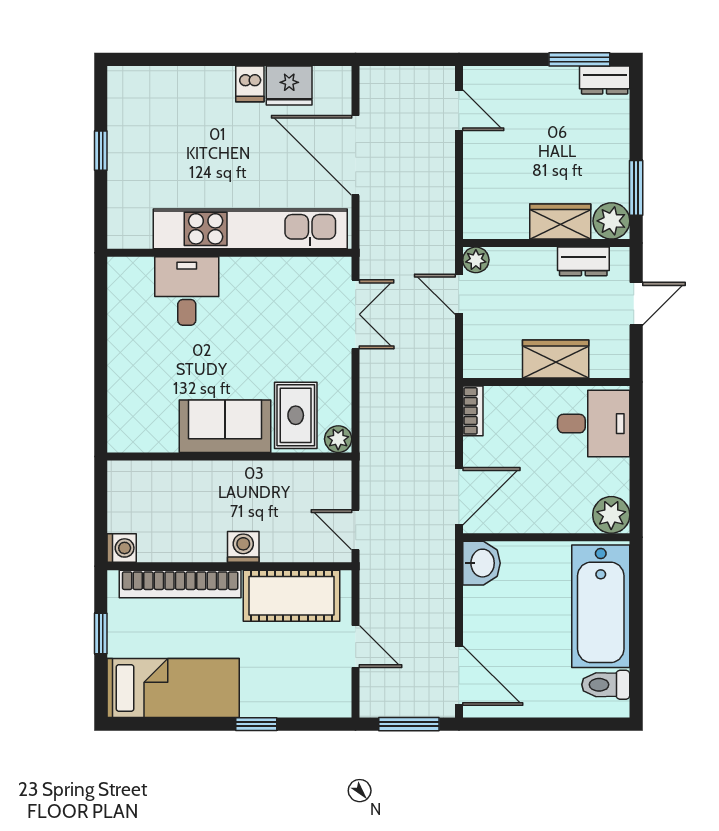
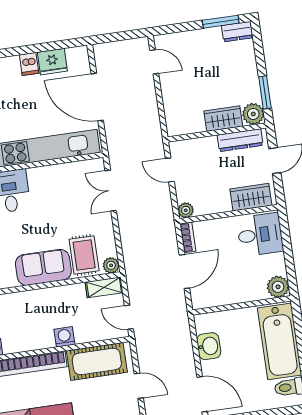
plant: (476, 260) -> (186, 210), moved
dresser: (583, 261) -> (240, 140), width x1.44
double door: (356, 314) -> (111, 191), swing flipped
wardrobe: (556, 359) -> (251, 197), moved
shelving: (321, 474) -> (104, 287), added
door: (459, 496) -> (184, 272), moved
washbasin: (481, 563) -> (209, 346), moved

